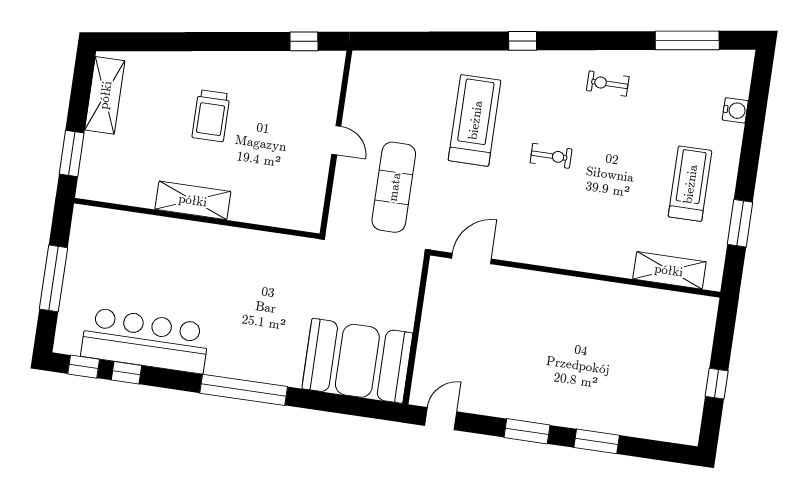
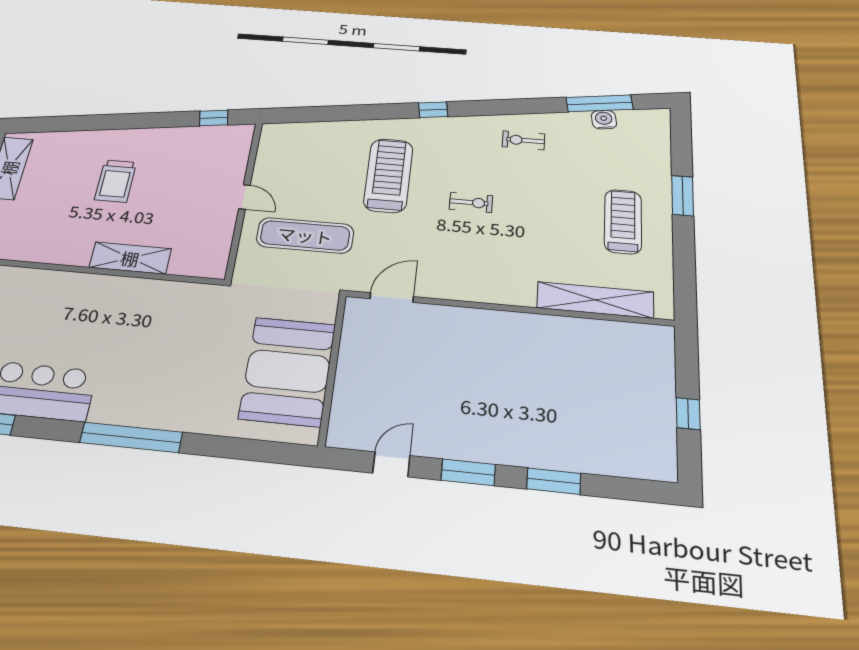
water cooler: (735, 110) -> (604, 120), moved, turned -98
exercise mat: (394, 187) -> (305, 235), turned 90
shelving: (193, 200) -> (130, 258), moved
window: (740, 223) -> (683, 196), moved
shelving: (669, 270) -> (595, 300), width x1.47
booth: (357, 361) -> (288, 371), moved, turned 90
door: (441, 419) -> (391, 464), moved

